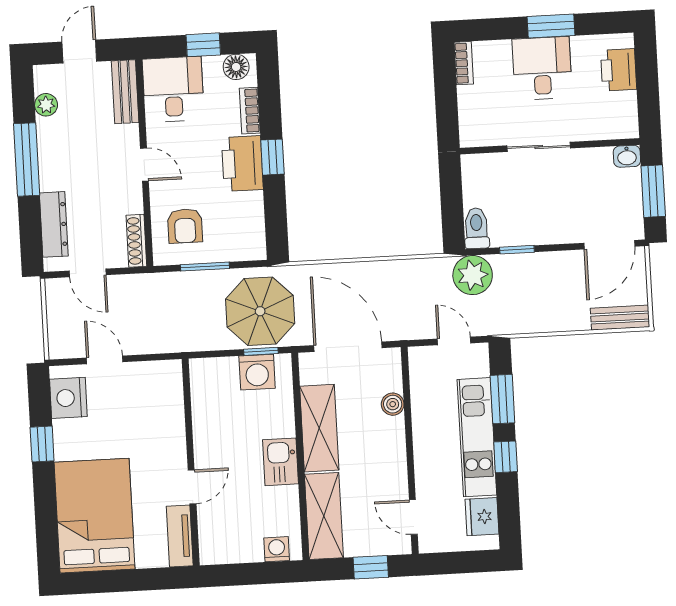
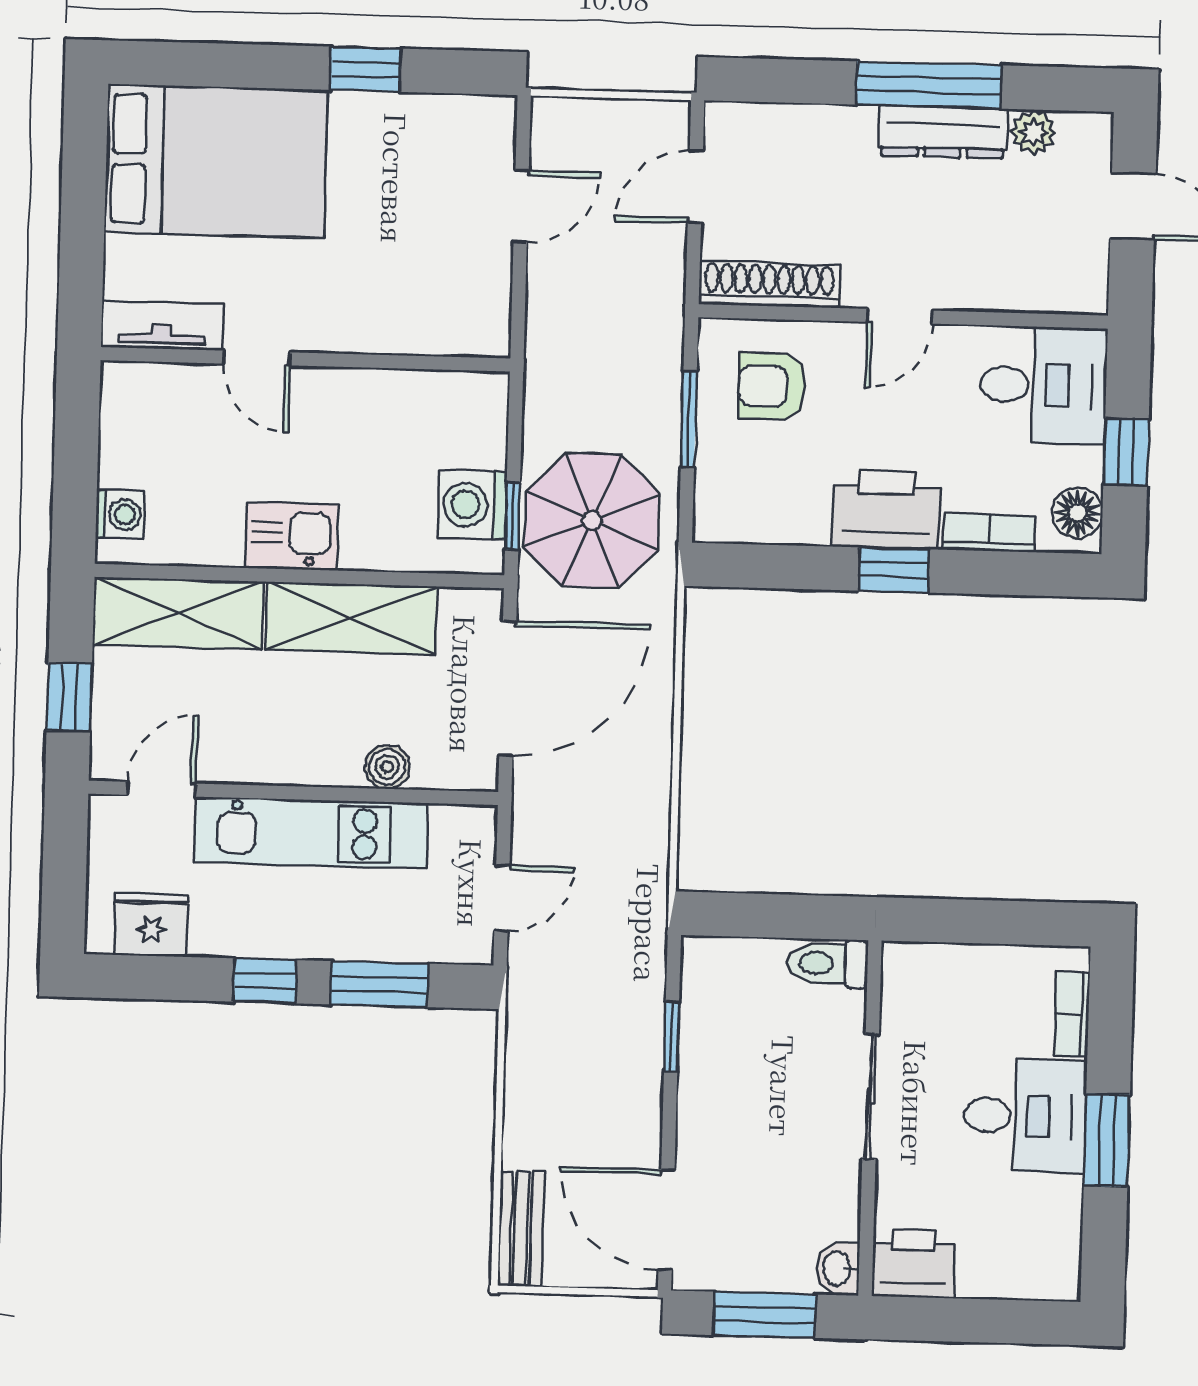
bookcase: (464, 63) -> (1072, 1014), moved, turned 90
printer: (619, 70) -> (913, 1264), moved
bench: (125, 92) -> (1046, 290), removed
dresser: (54, 224) -> (943, 132), moved
toilet: (476, 228) -> (828, 963), moved, turned 180
shoe rack: (136, 241) -> (769, 284), width x1.36, depth x1.24
plant: (473, 275) -> (629, 945), removed
nightstand: (68, 398) -> (452, 129), removed
kitchen unit: (477, 437) -> (311, 833), moved, turned 180

